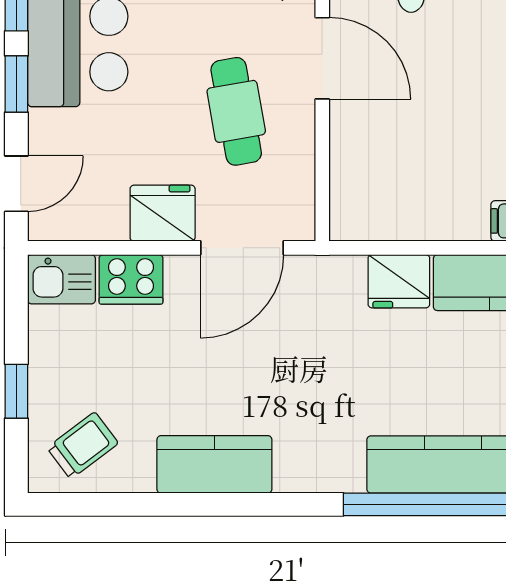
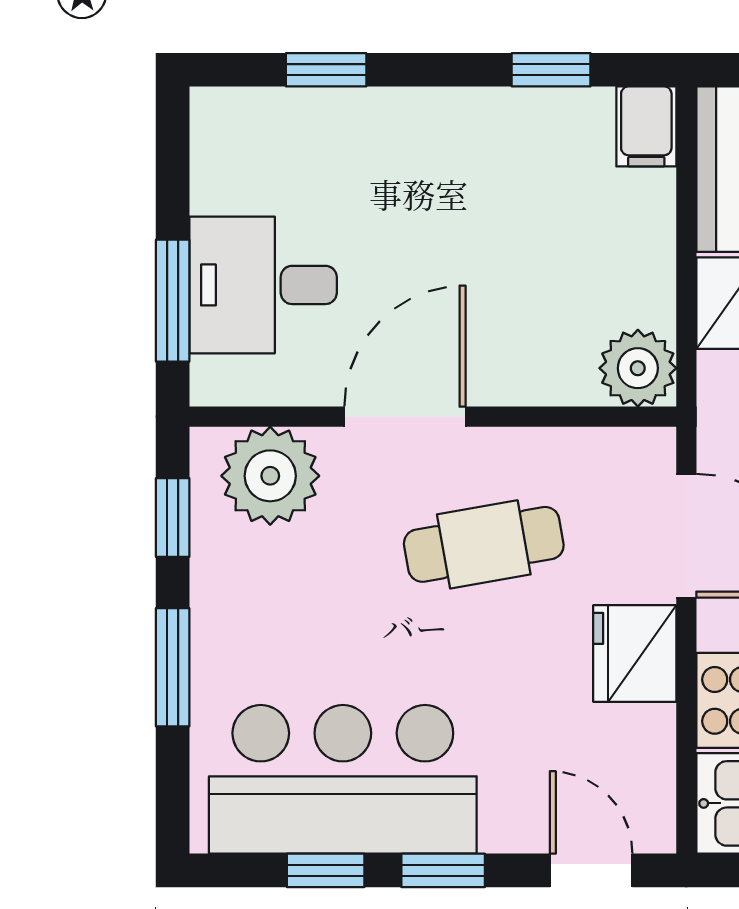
plant: (355, 215) -> (638, 368), added

